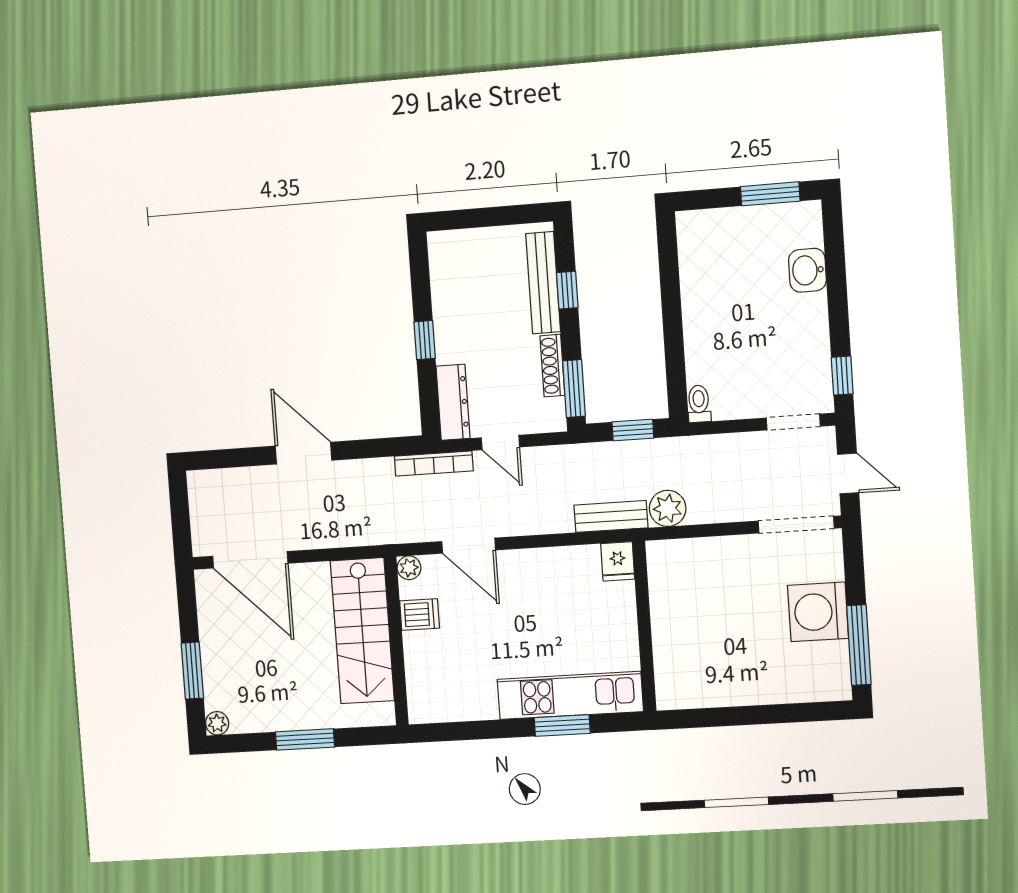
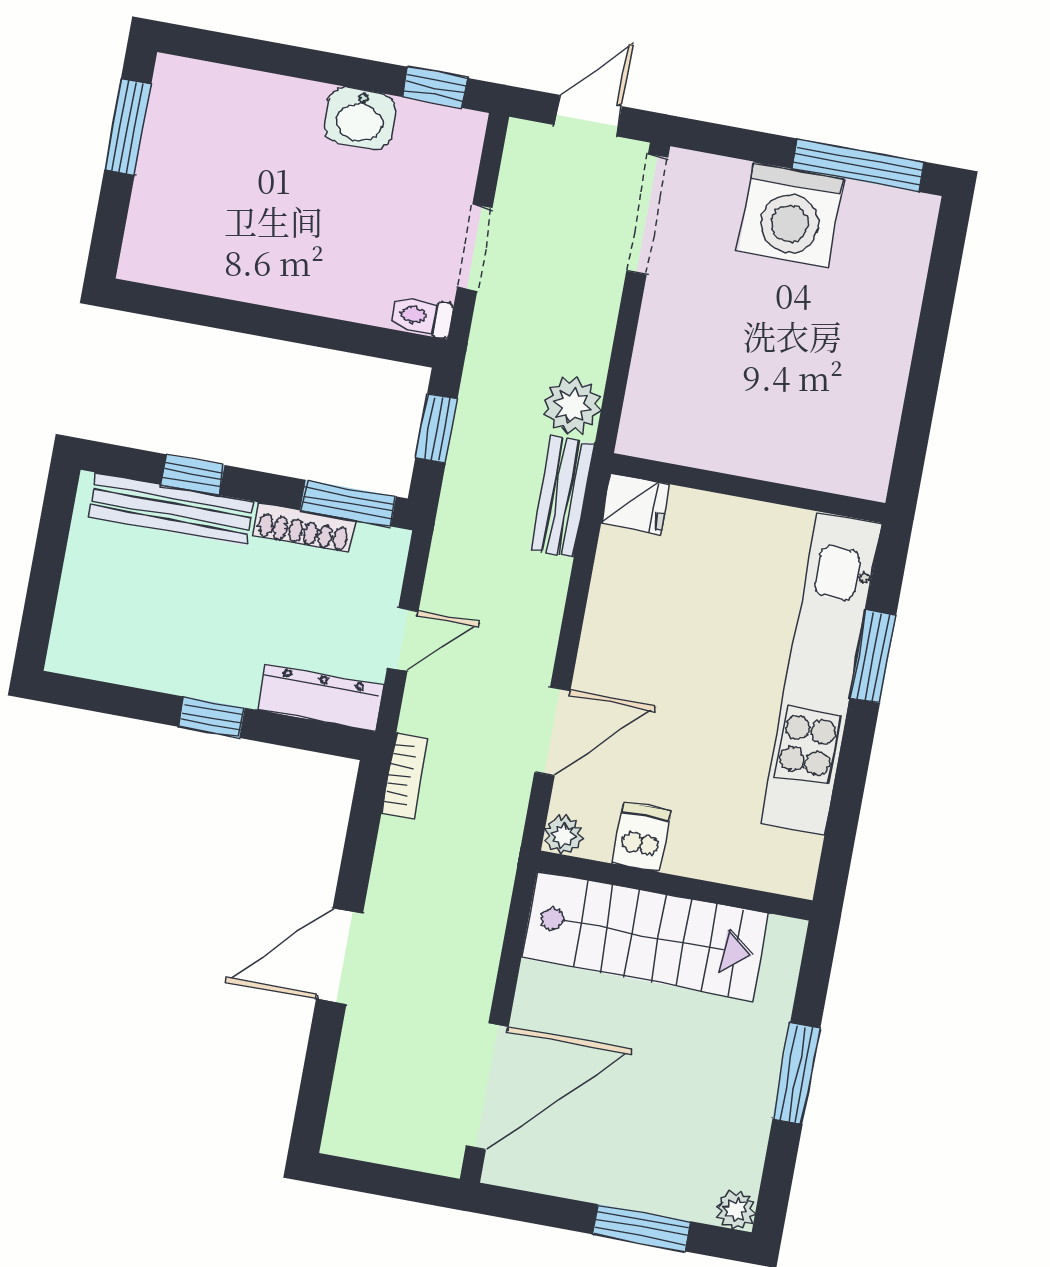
washbasin: (807, 270) -> (360, 118), moved
doorway: (793, 422) -> (475, 248), moved
bookcase: (434, 464) -> (405, 775), width x0.64
kitchen unit: (570, 695) -> (821, 674), width x1.36

